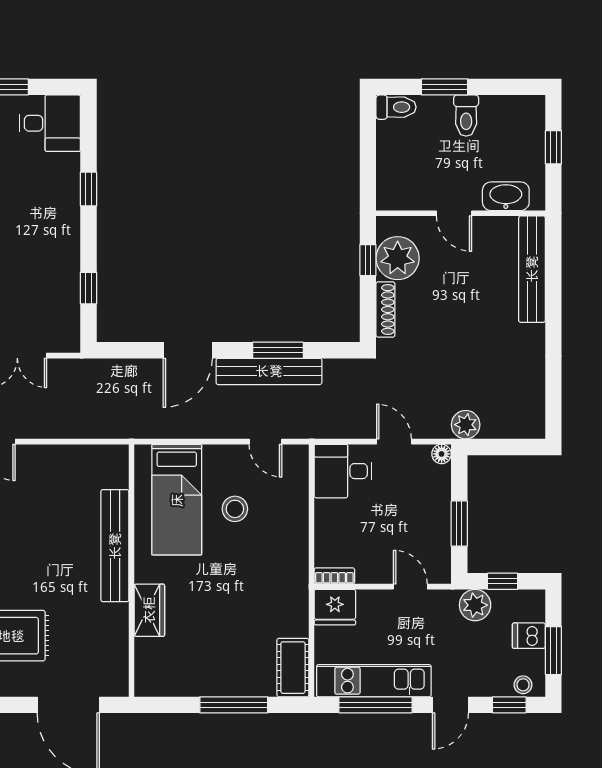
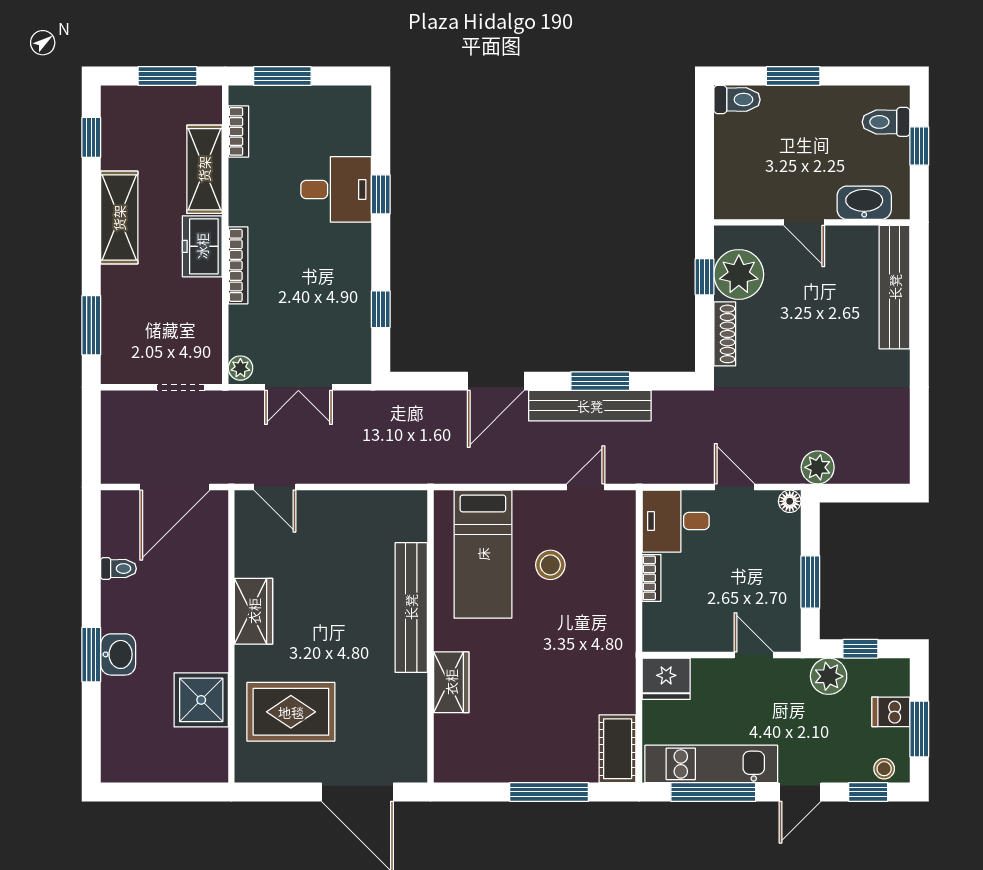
toilet: (466, 116) -> (886, 122), moved, turned 90
desk: (50, 123) -> (336, 189), moved
door: (265, 442) -> (586, 487), swing flipped
bookcase: (334, 576) -> (652, 578), moved, turned 90

